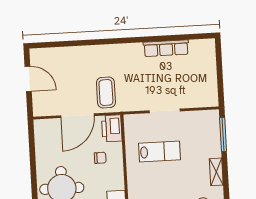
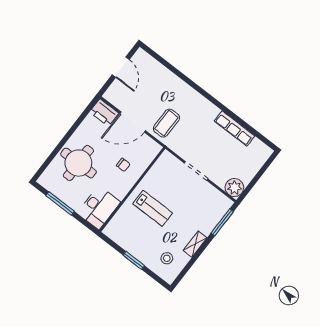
plant: (208, 97) -> (234, 188), added
printer: (112, 128) -> (104, 113), moved, turned -90
lab bench: (159, 152) -> (153, 208), moved

